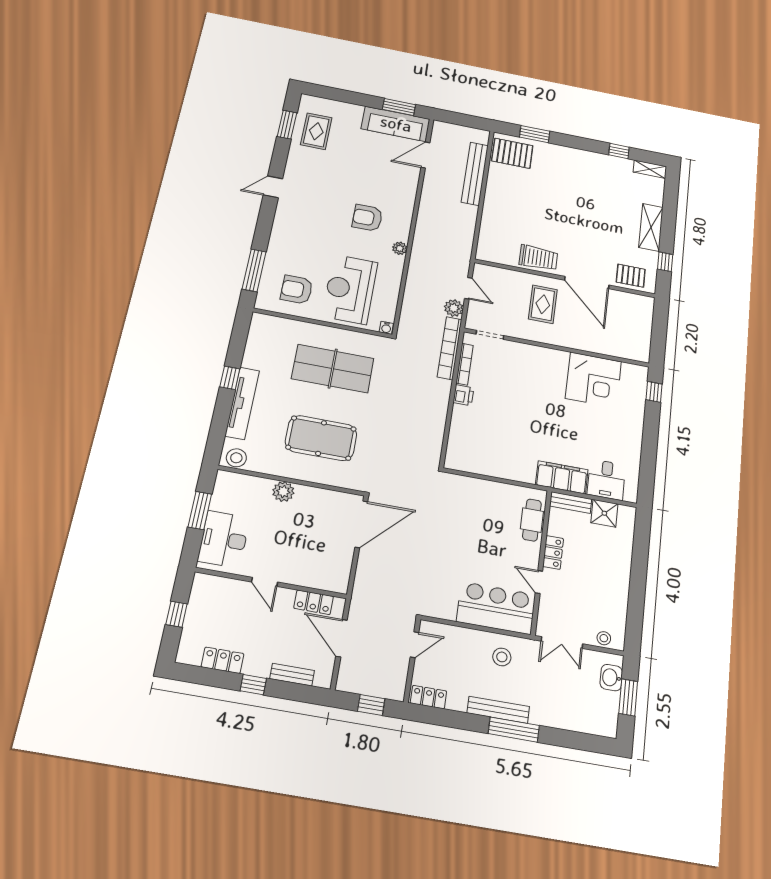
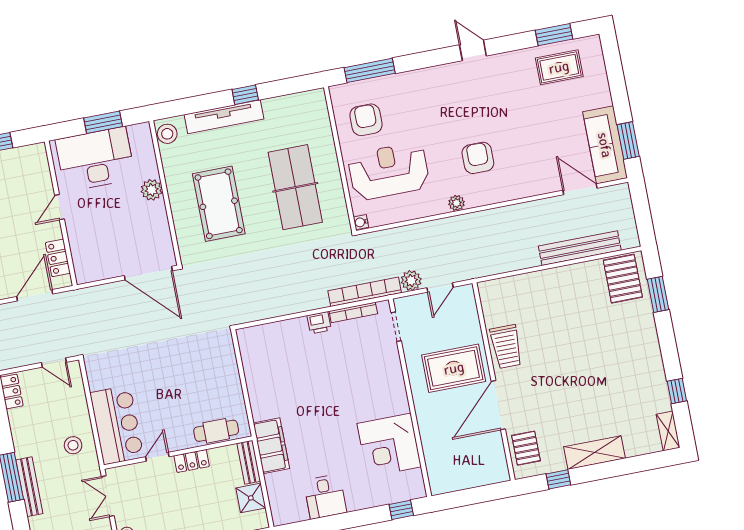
rug: (543, 304) -> (454, 368), width x1.36, depth x1.43
desk: (606, 480) -> (325, 497), moved, turned -90
desk: (224, 539) -> (95, 159), width x1.36, depth x1.30
bench: (498, 710) -> (29, 487), moved

